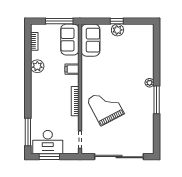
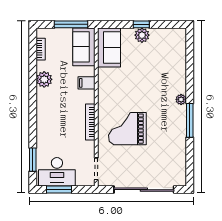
grand piano: (106, 107) -> (127, 129), turned -62
window: (28, 132) -> (33, 160), width x0.69

